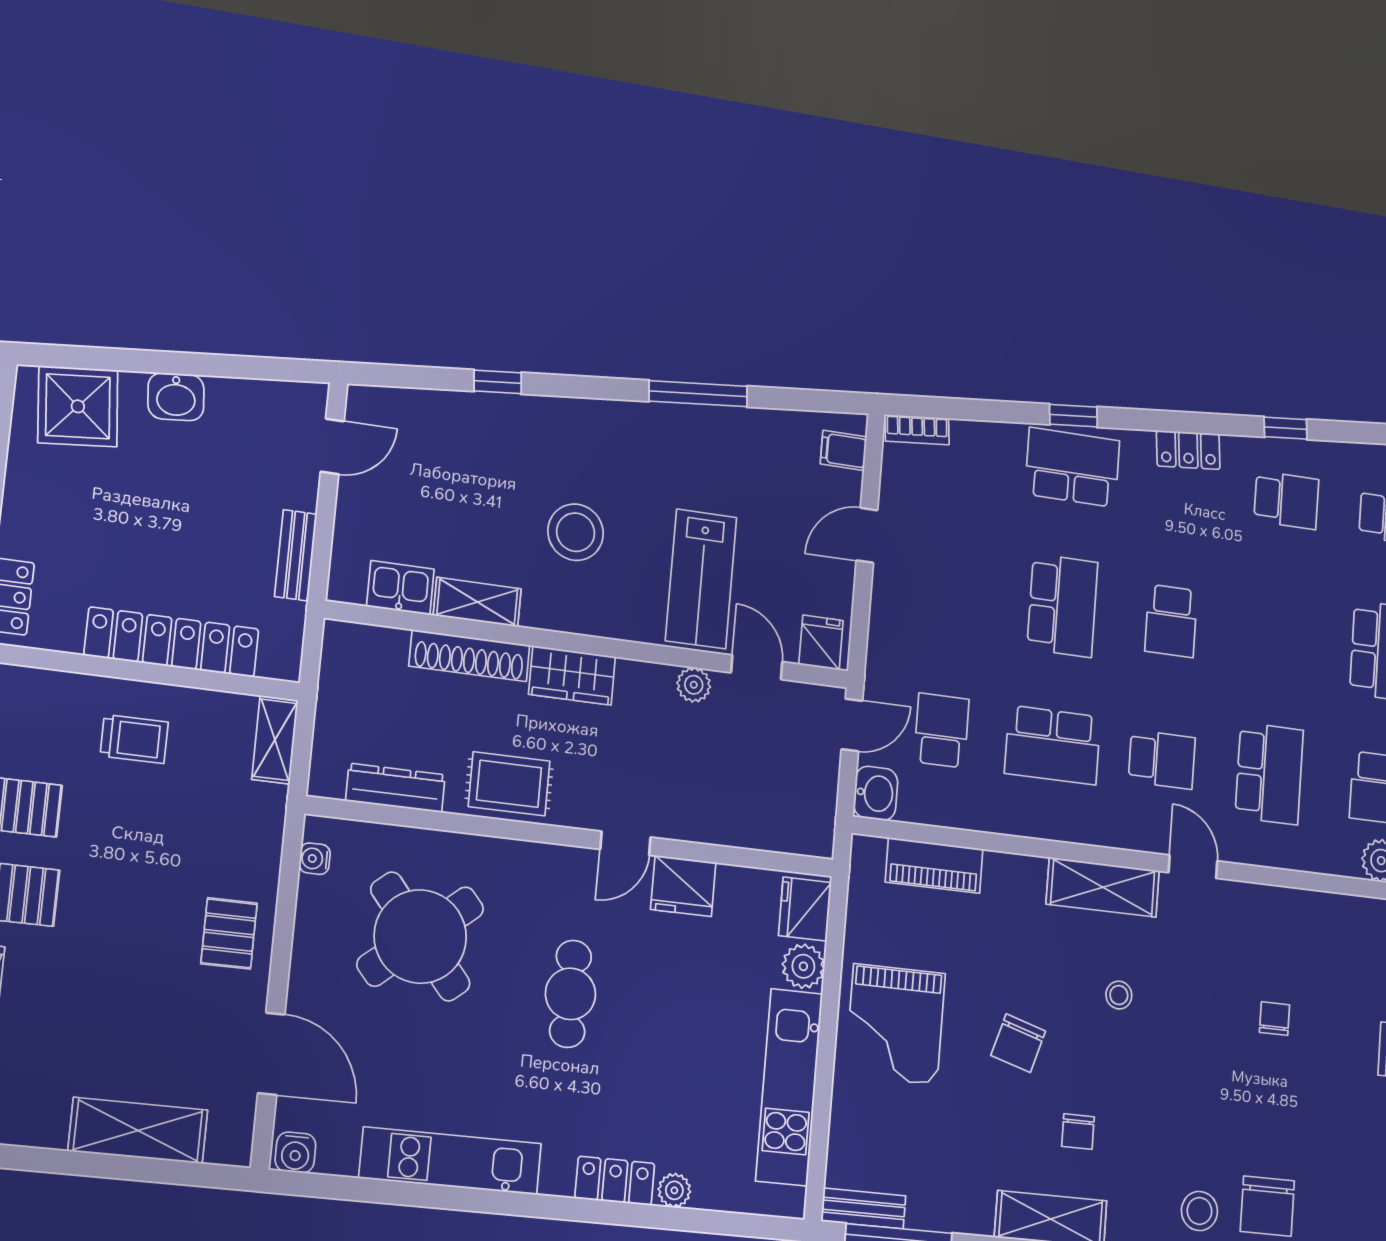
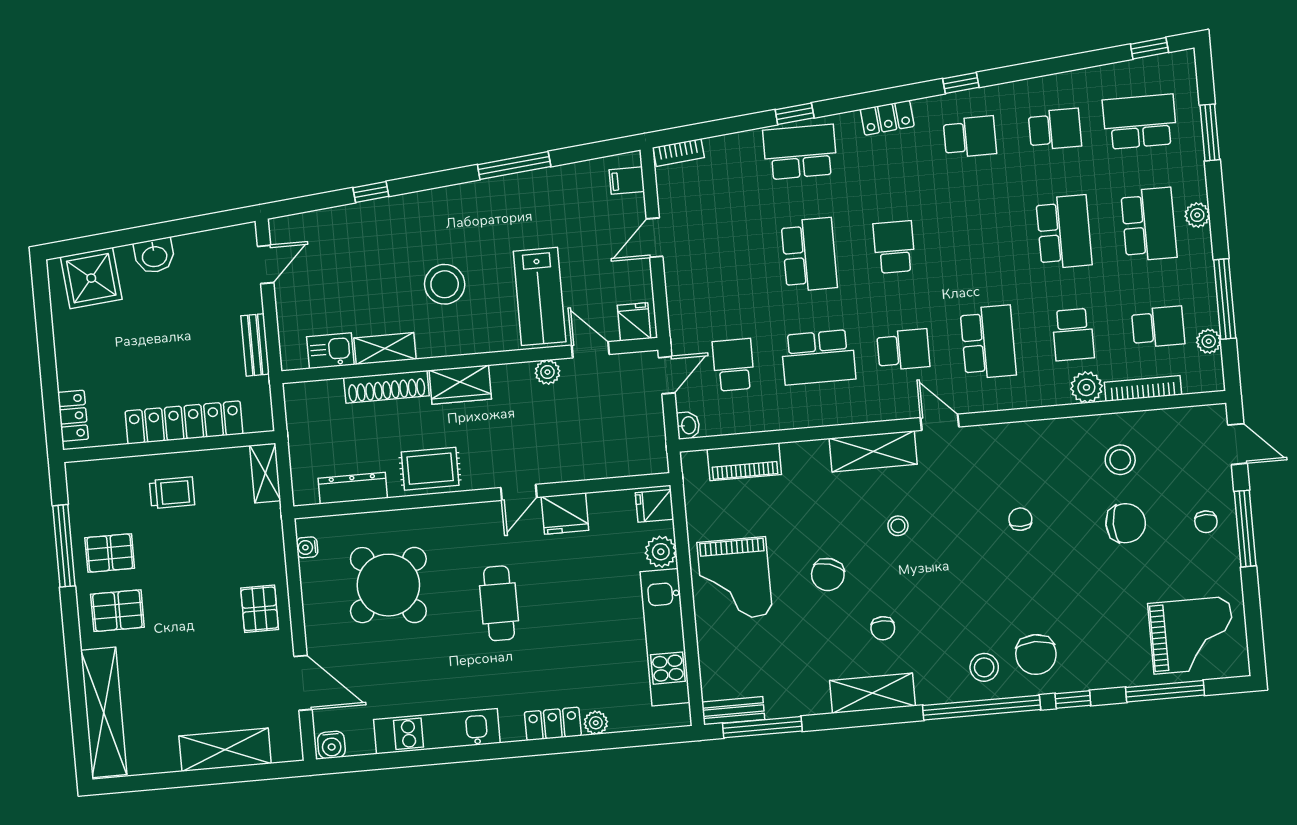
school desk: (1171, 621) -> (894, 247), turned 180
washbasin: (876, 793) -> (688, 425), width x0.72, depth x0.69
fridge: (805, 909) -> (655, 506), width x0.72

